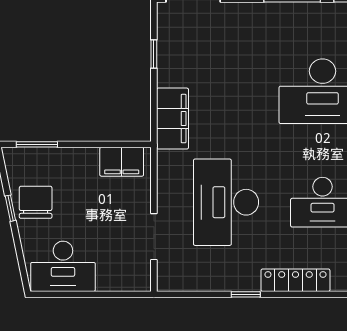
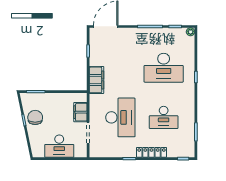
filing cabinet: (122, 162) -> (80, 112), moved, turned 90
desk: (226, 202) -> (120, 117), turned 180
desk: (63, 266) -> (59, 146), moved

